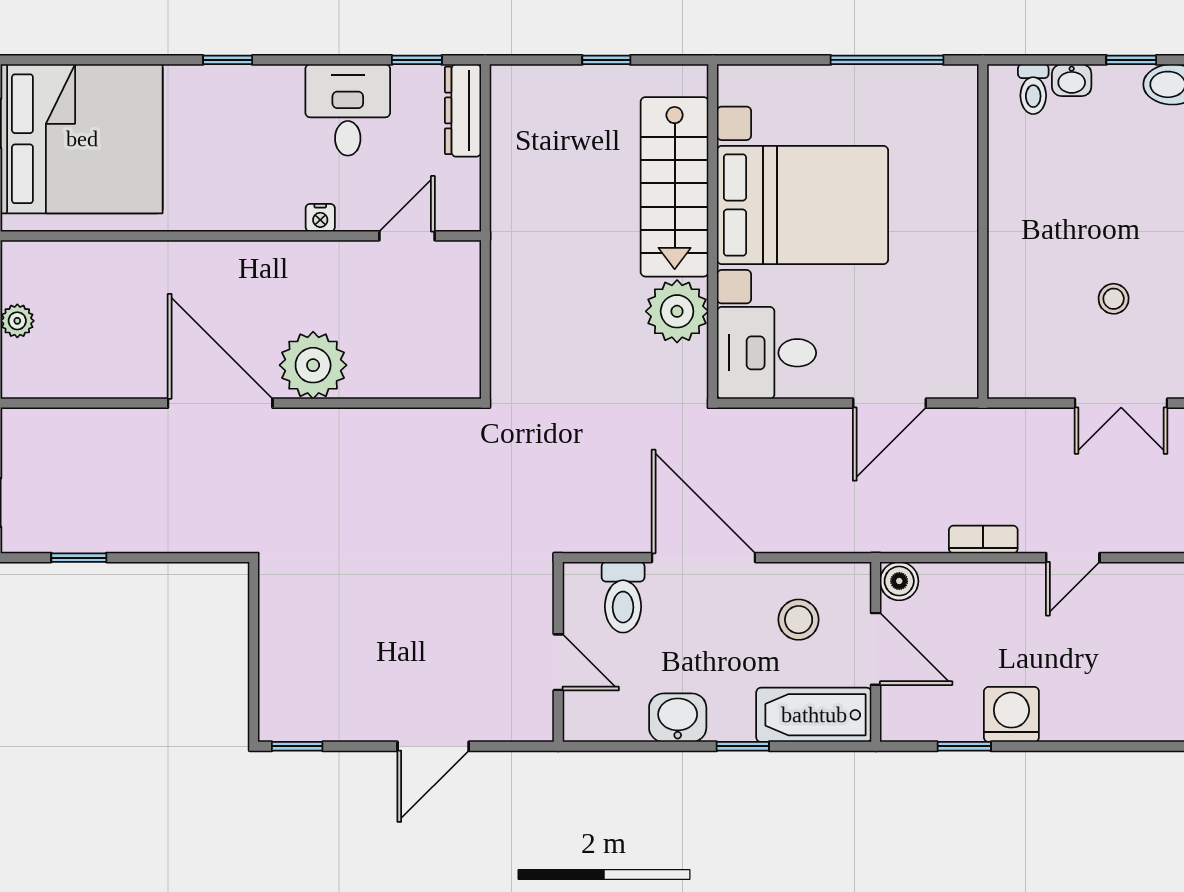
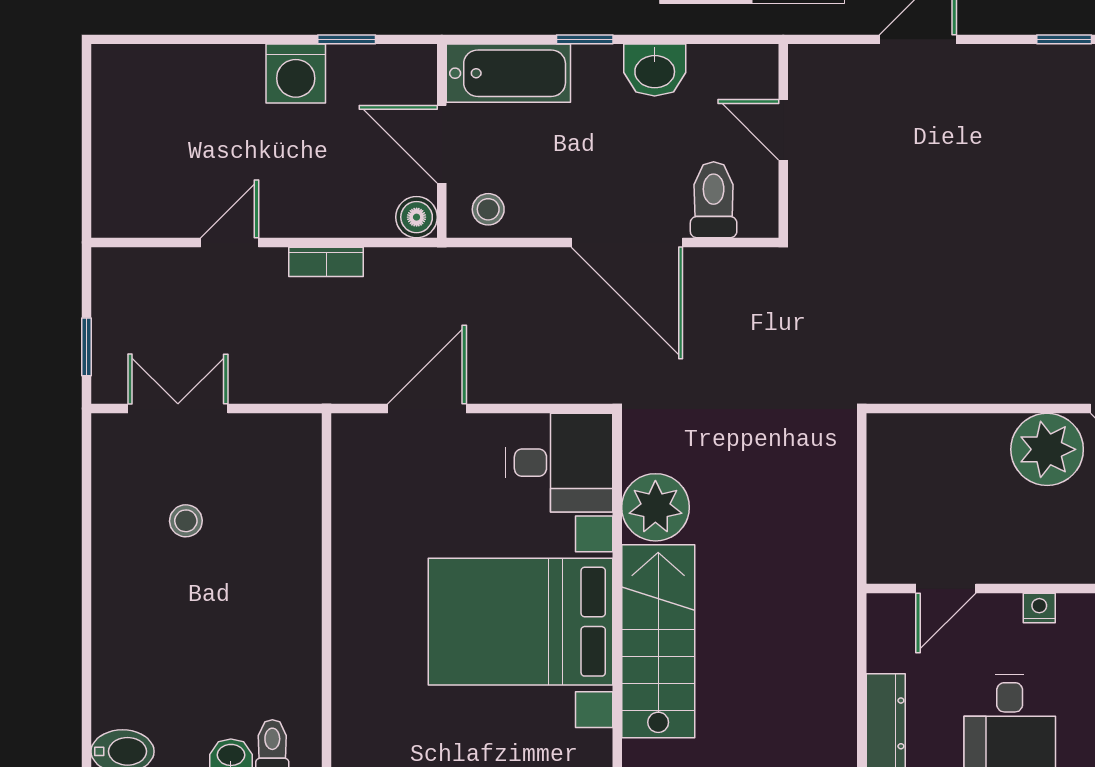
stool: (799, 620) -> (488, 209), moved, width x0.73, depth x0.73

